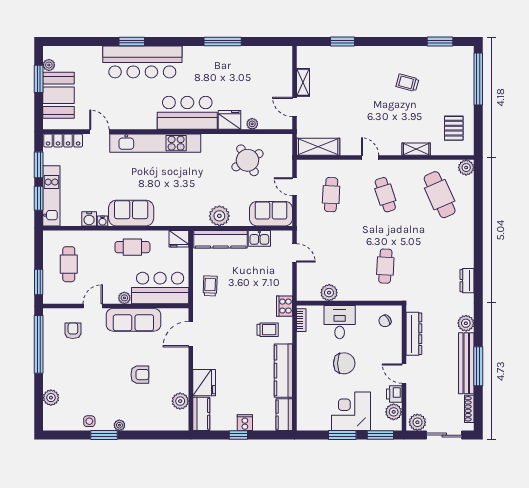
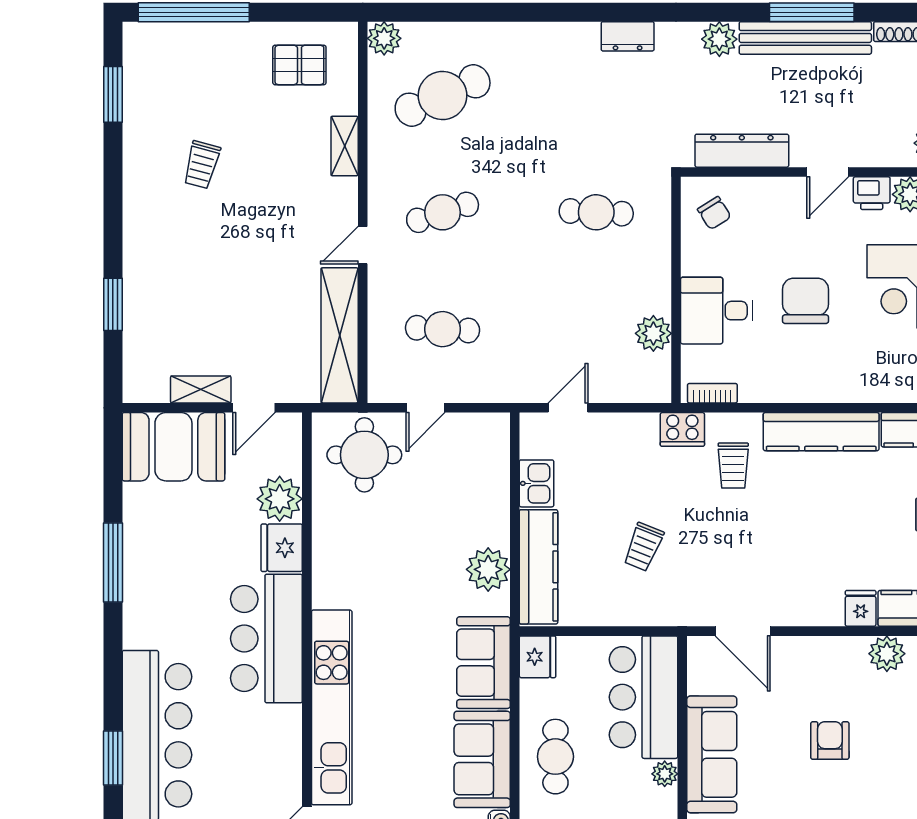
booth: (276, 70) -> (173, 447), added
plant: (252, 124) -> (280, 499), width x1.88, depth x1.88
shelving: (318, 147) -> (340, 335), width x1.47
round table: (247, 160) -> (364, 455), moved, turned 30
sofa: (271, 214) -> (484, 663), moved
trolley: (210, 286) -> (643, 547), moved, turned -70
trolley: (268, 330) -> (733, 465), turned 180
fridge: (204, 383) -> (861, 608), width x0.53, depth x0.75

